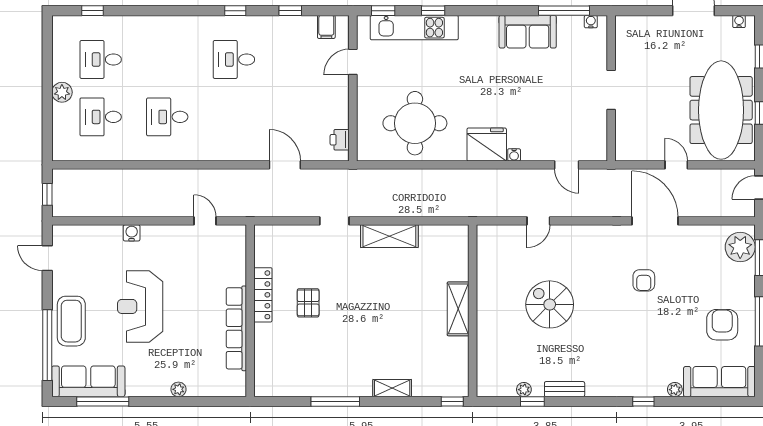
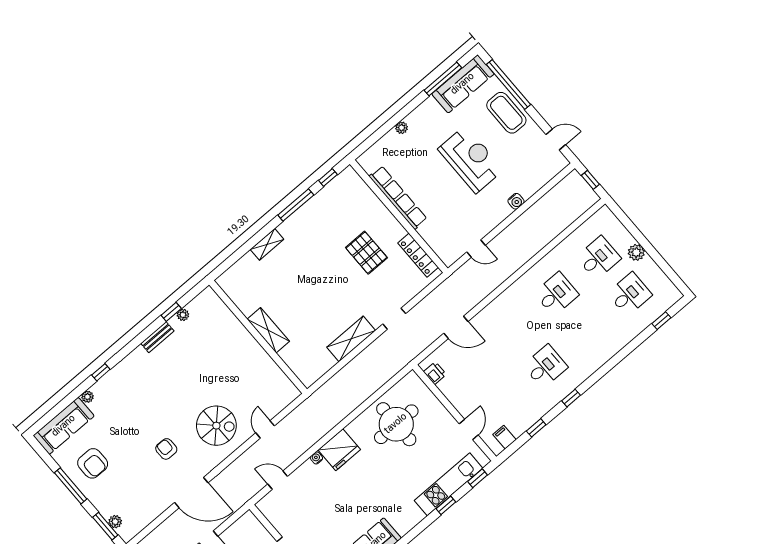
plant: (740, 247) -> (115, 522), width x0.53, depth x0.53
locker: (263, 295) -> (418, 255), moved
pallet: (308, 303) -> (366, 253), width x1.50, depth x1.42
spiral stairs: (550, 304) -> (216, 426), moved
window: (452, 401) -> (328, 177), moved

